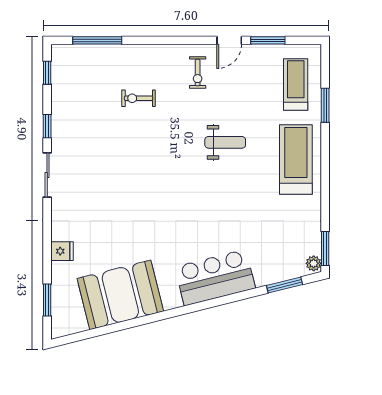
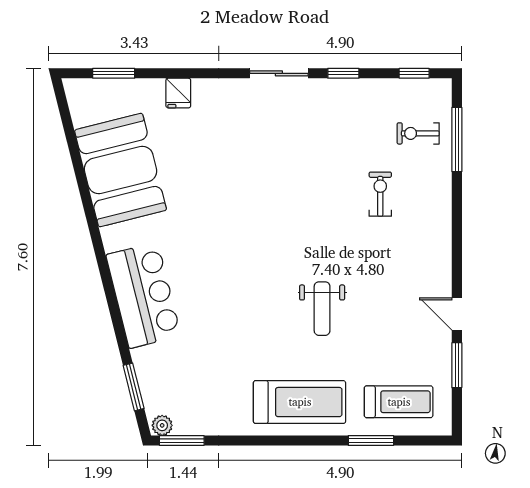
exercise bike: (198, 73) -> (418, 133), moved

